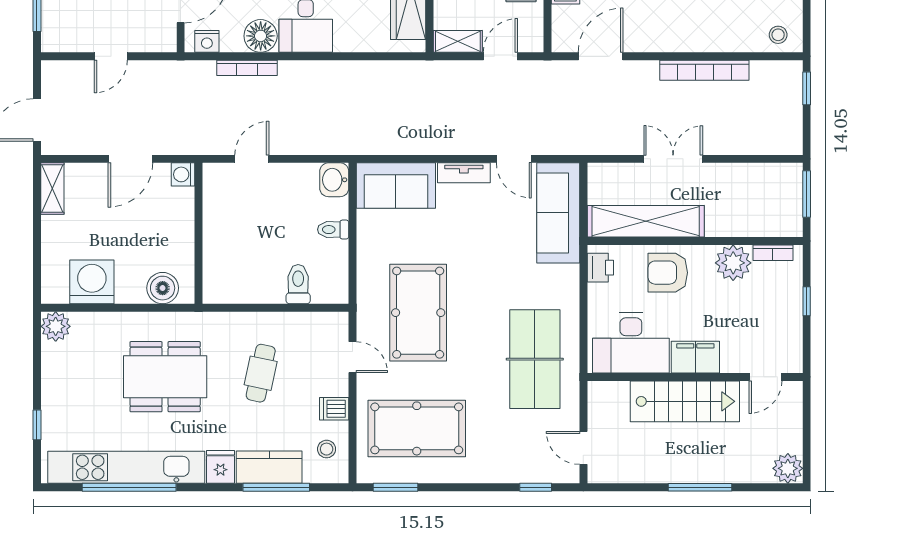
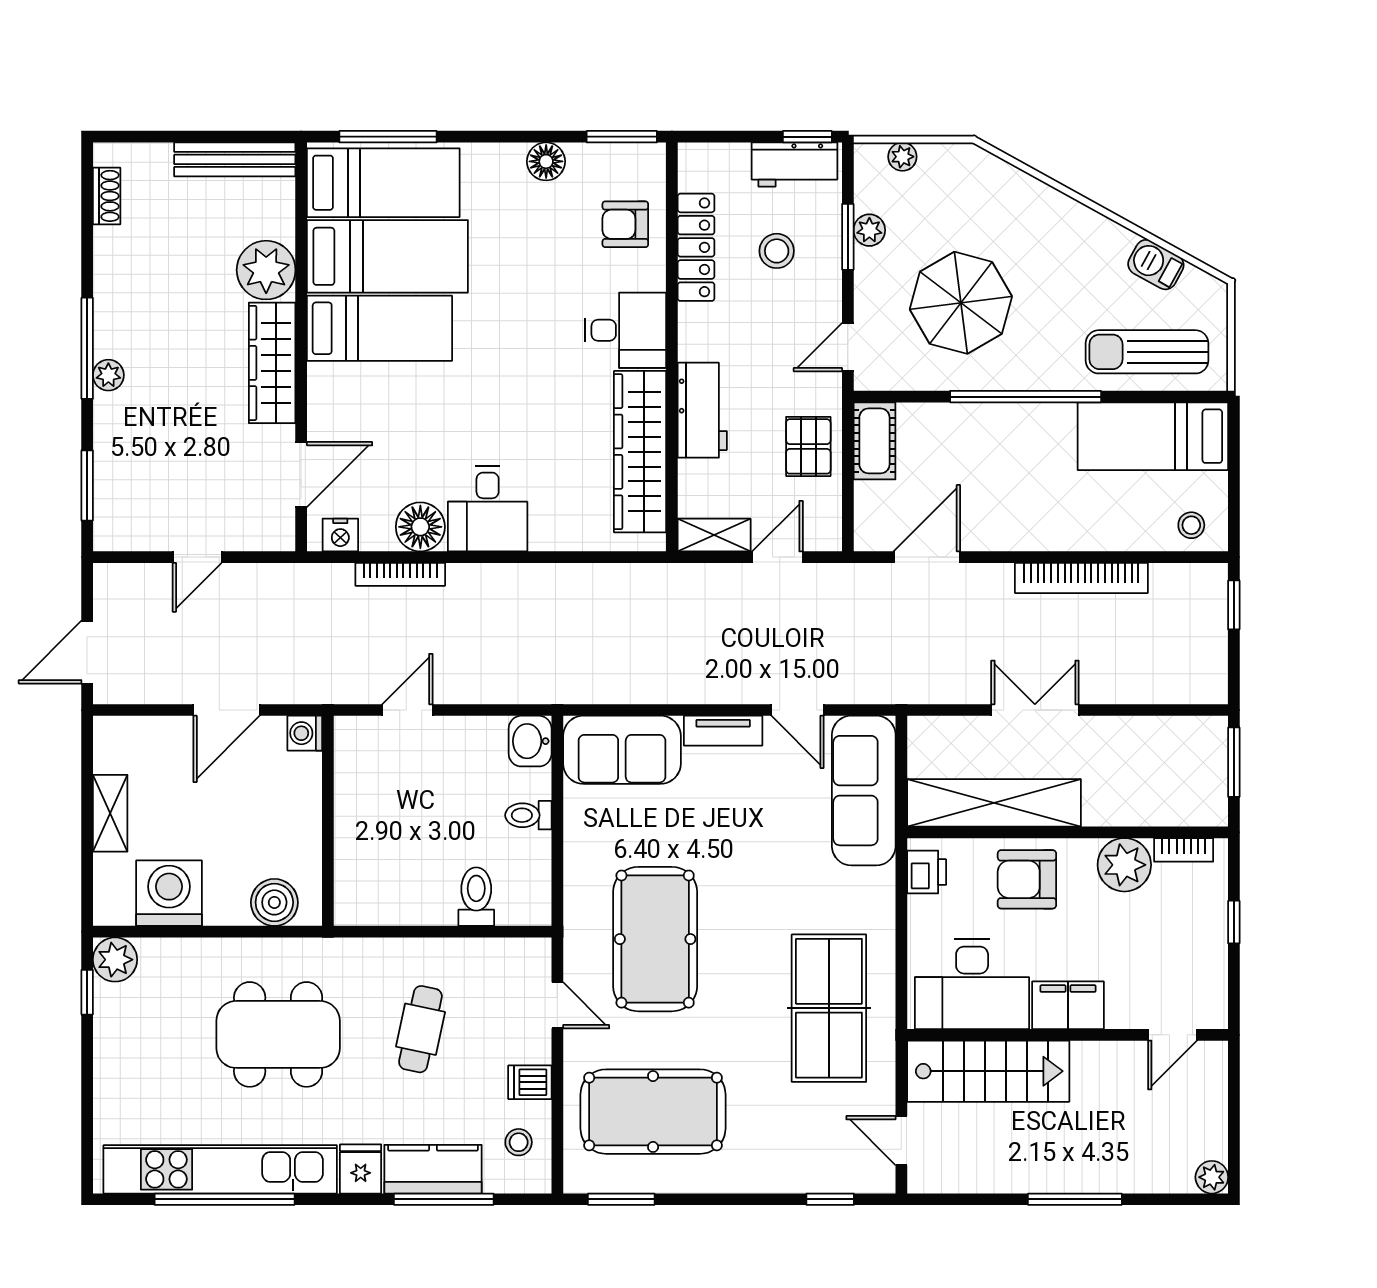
shelving: (52, 189) -> (110, 813), moved
stairs: (685, 401) -> (988, 1071), moved
window: (37, 425) -> (87, 992), moved
plant: (788, 468) -> (1212, 1177), width x0.73, depth x0.73

